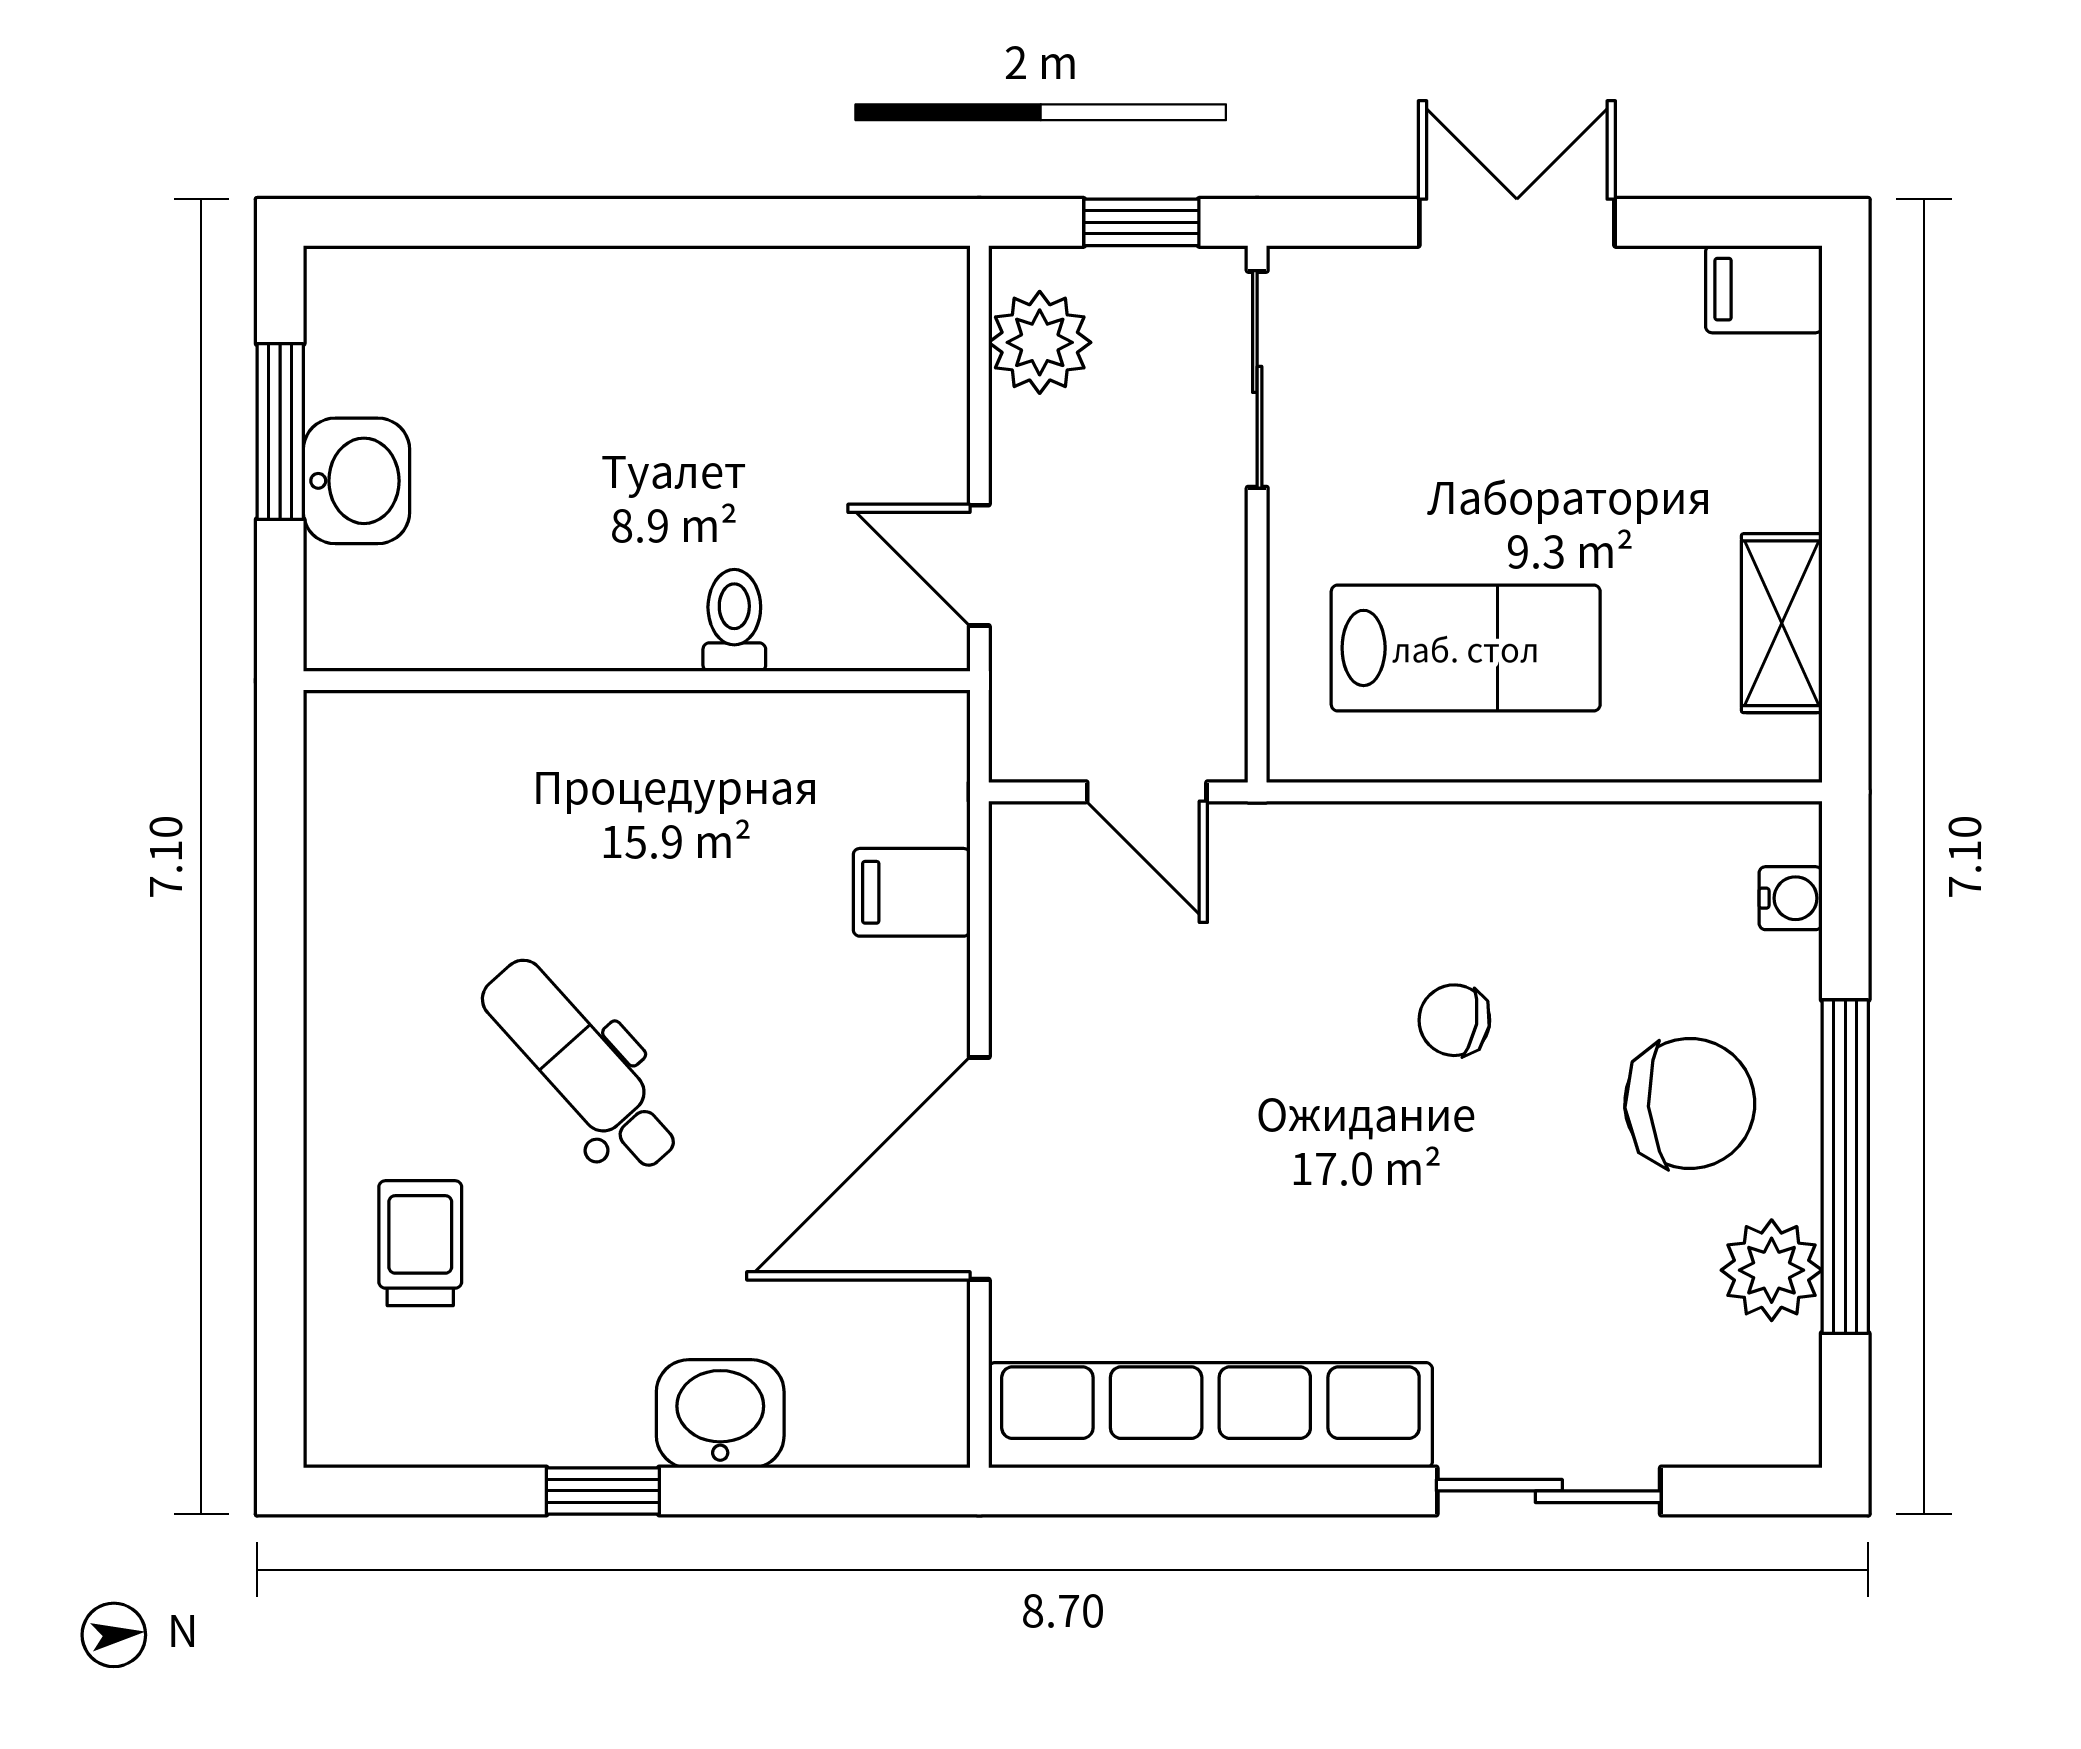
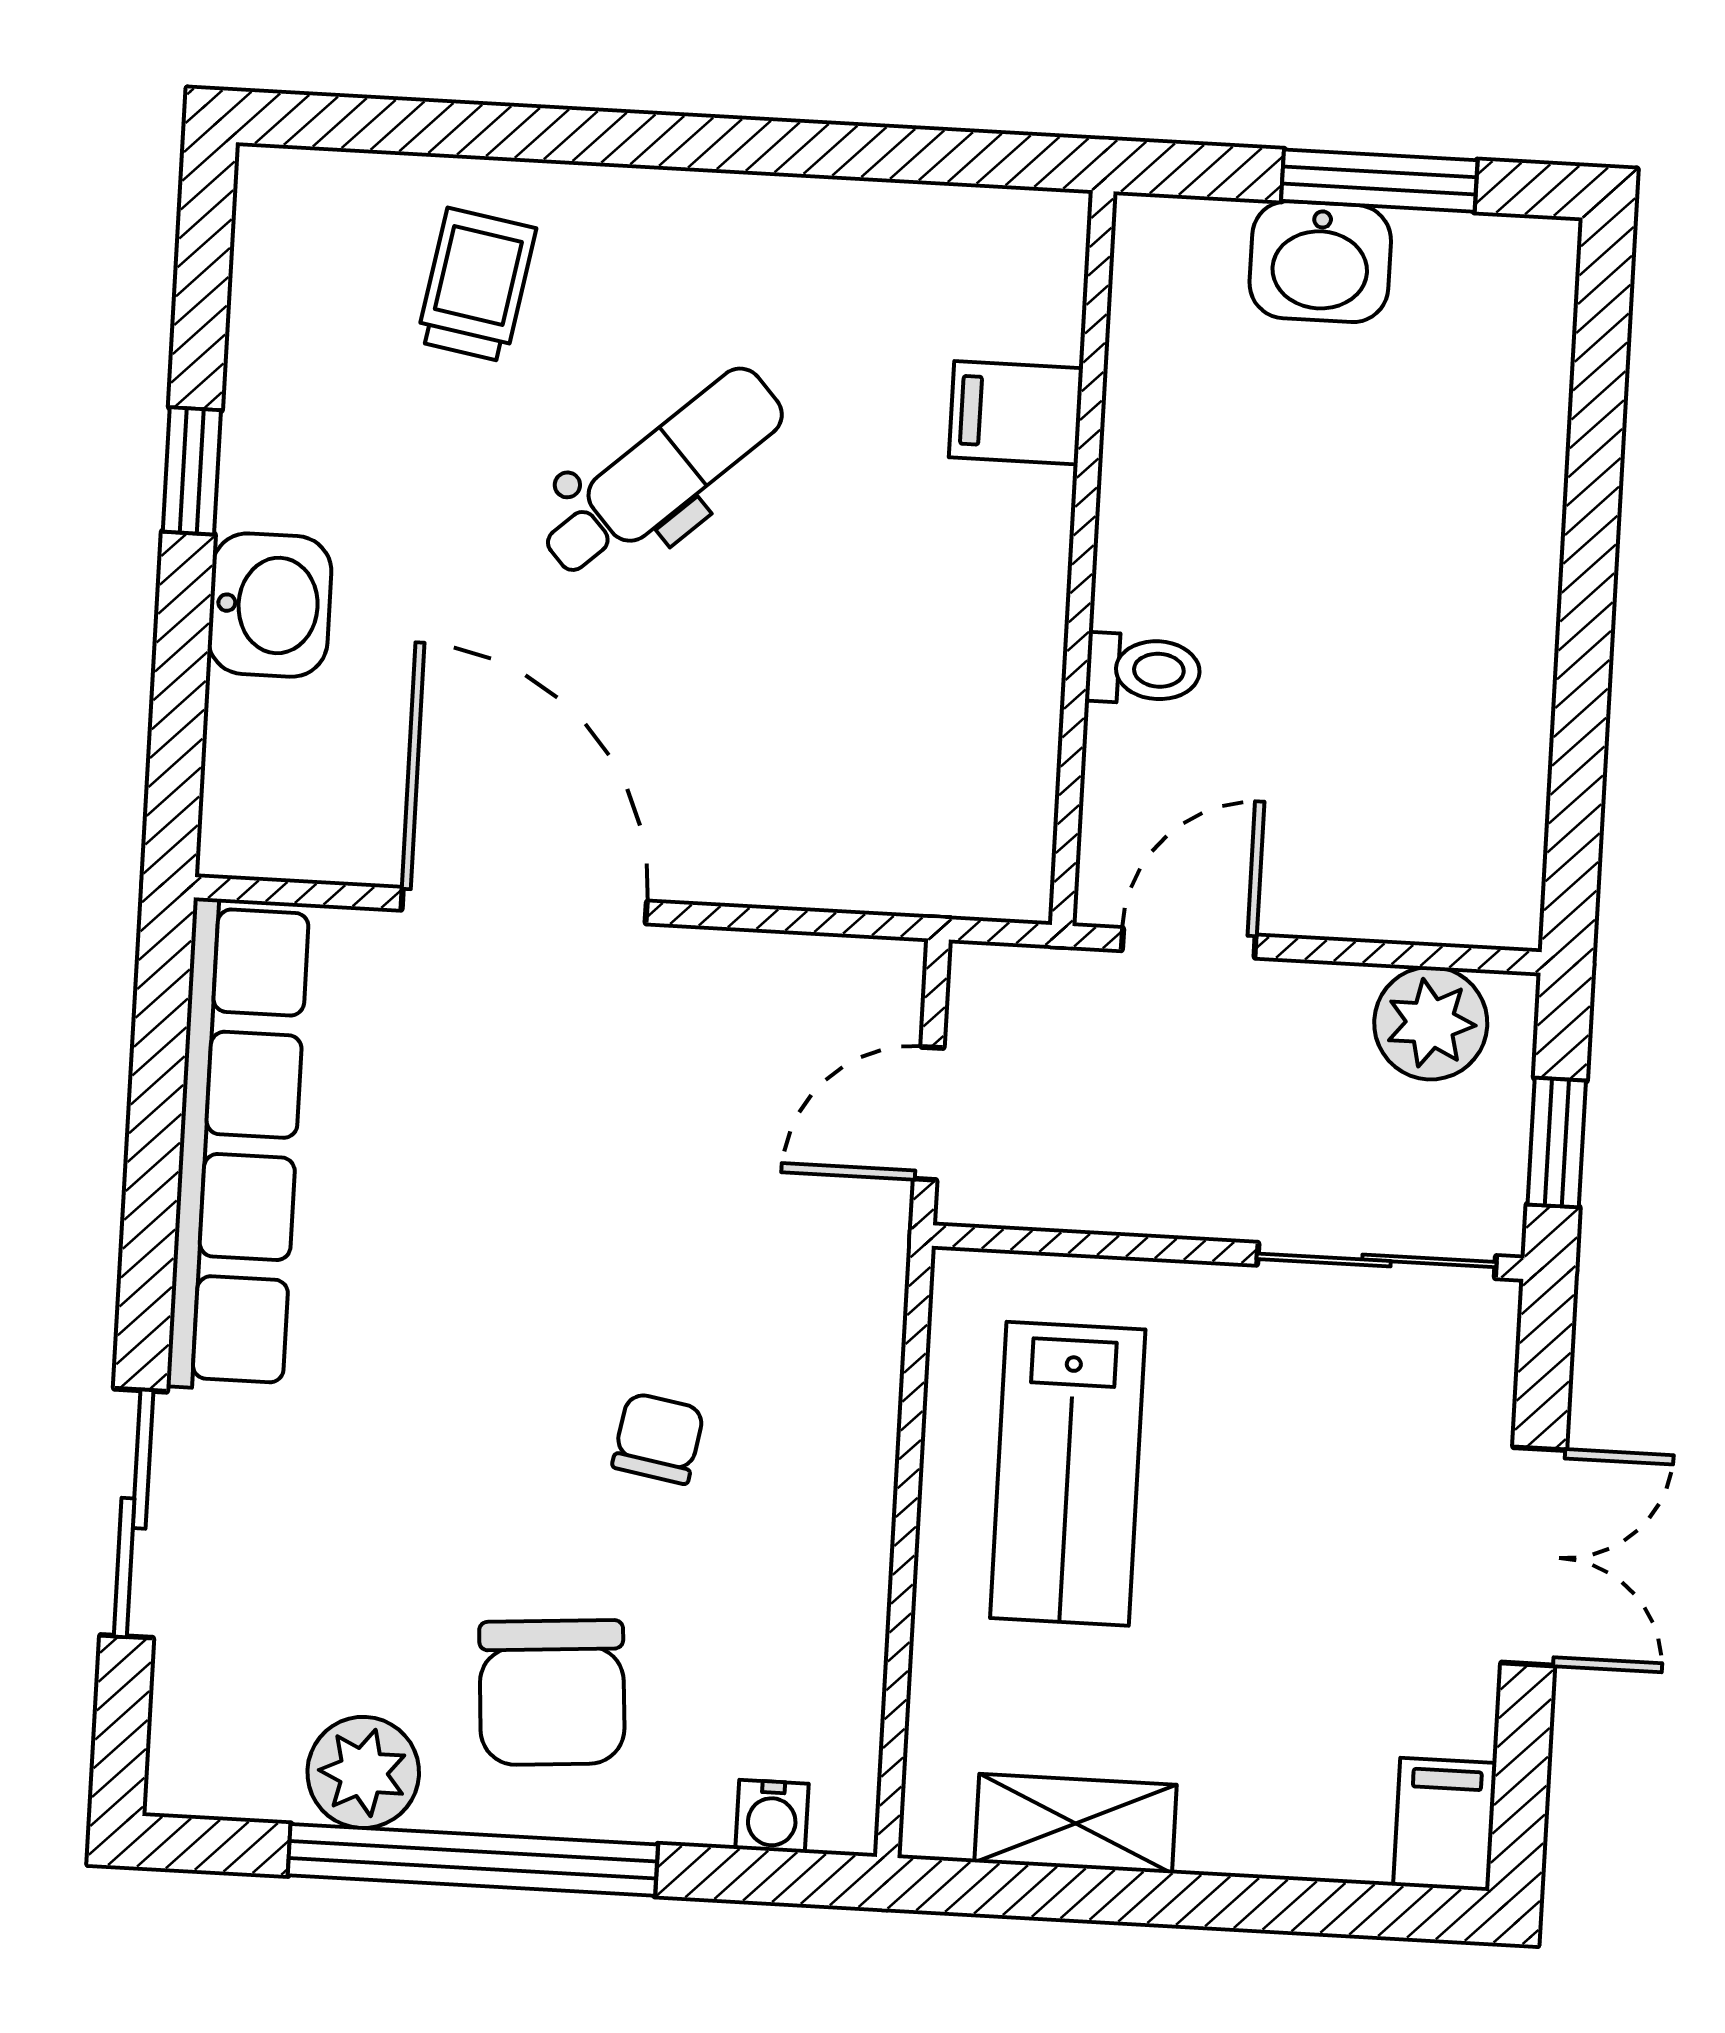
filing cabinet: (912, 892) -> (1016, 413), moved, turned -90
trolley: (420, 1243) -> (476, 285), turned -80

